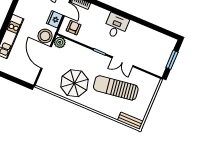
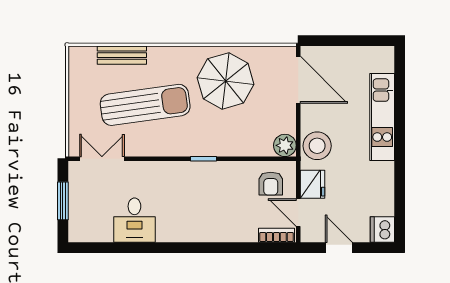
desk: (116, 26) -> (134, 220), moved
door: (46, 58) -> (298, 80), moved
double door: (123, 62) -> (102, 159), moved
bench: (130, 121) -> (122, 55), moved

